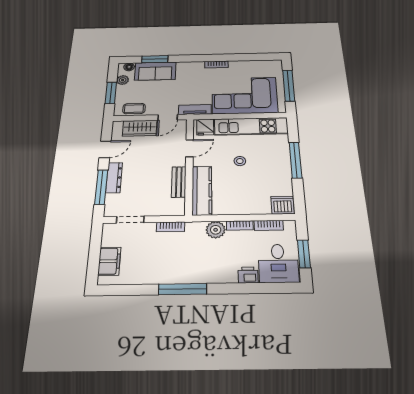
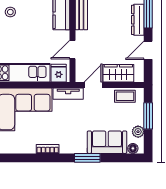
window: (155, 59) -> (87, 158), moved
stool: (240, 161) -> (10, 12), moved

